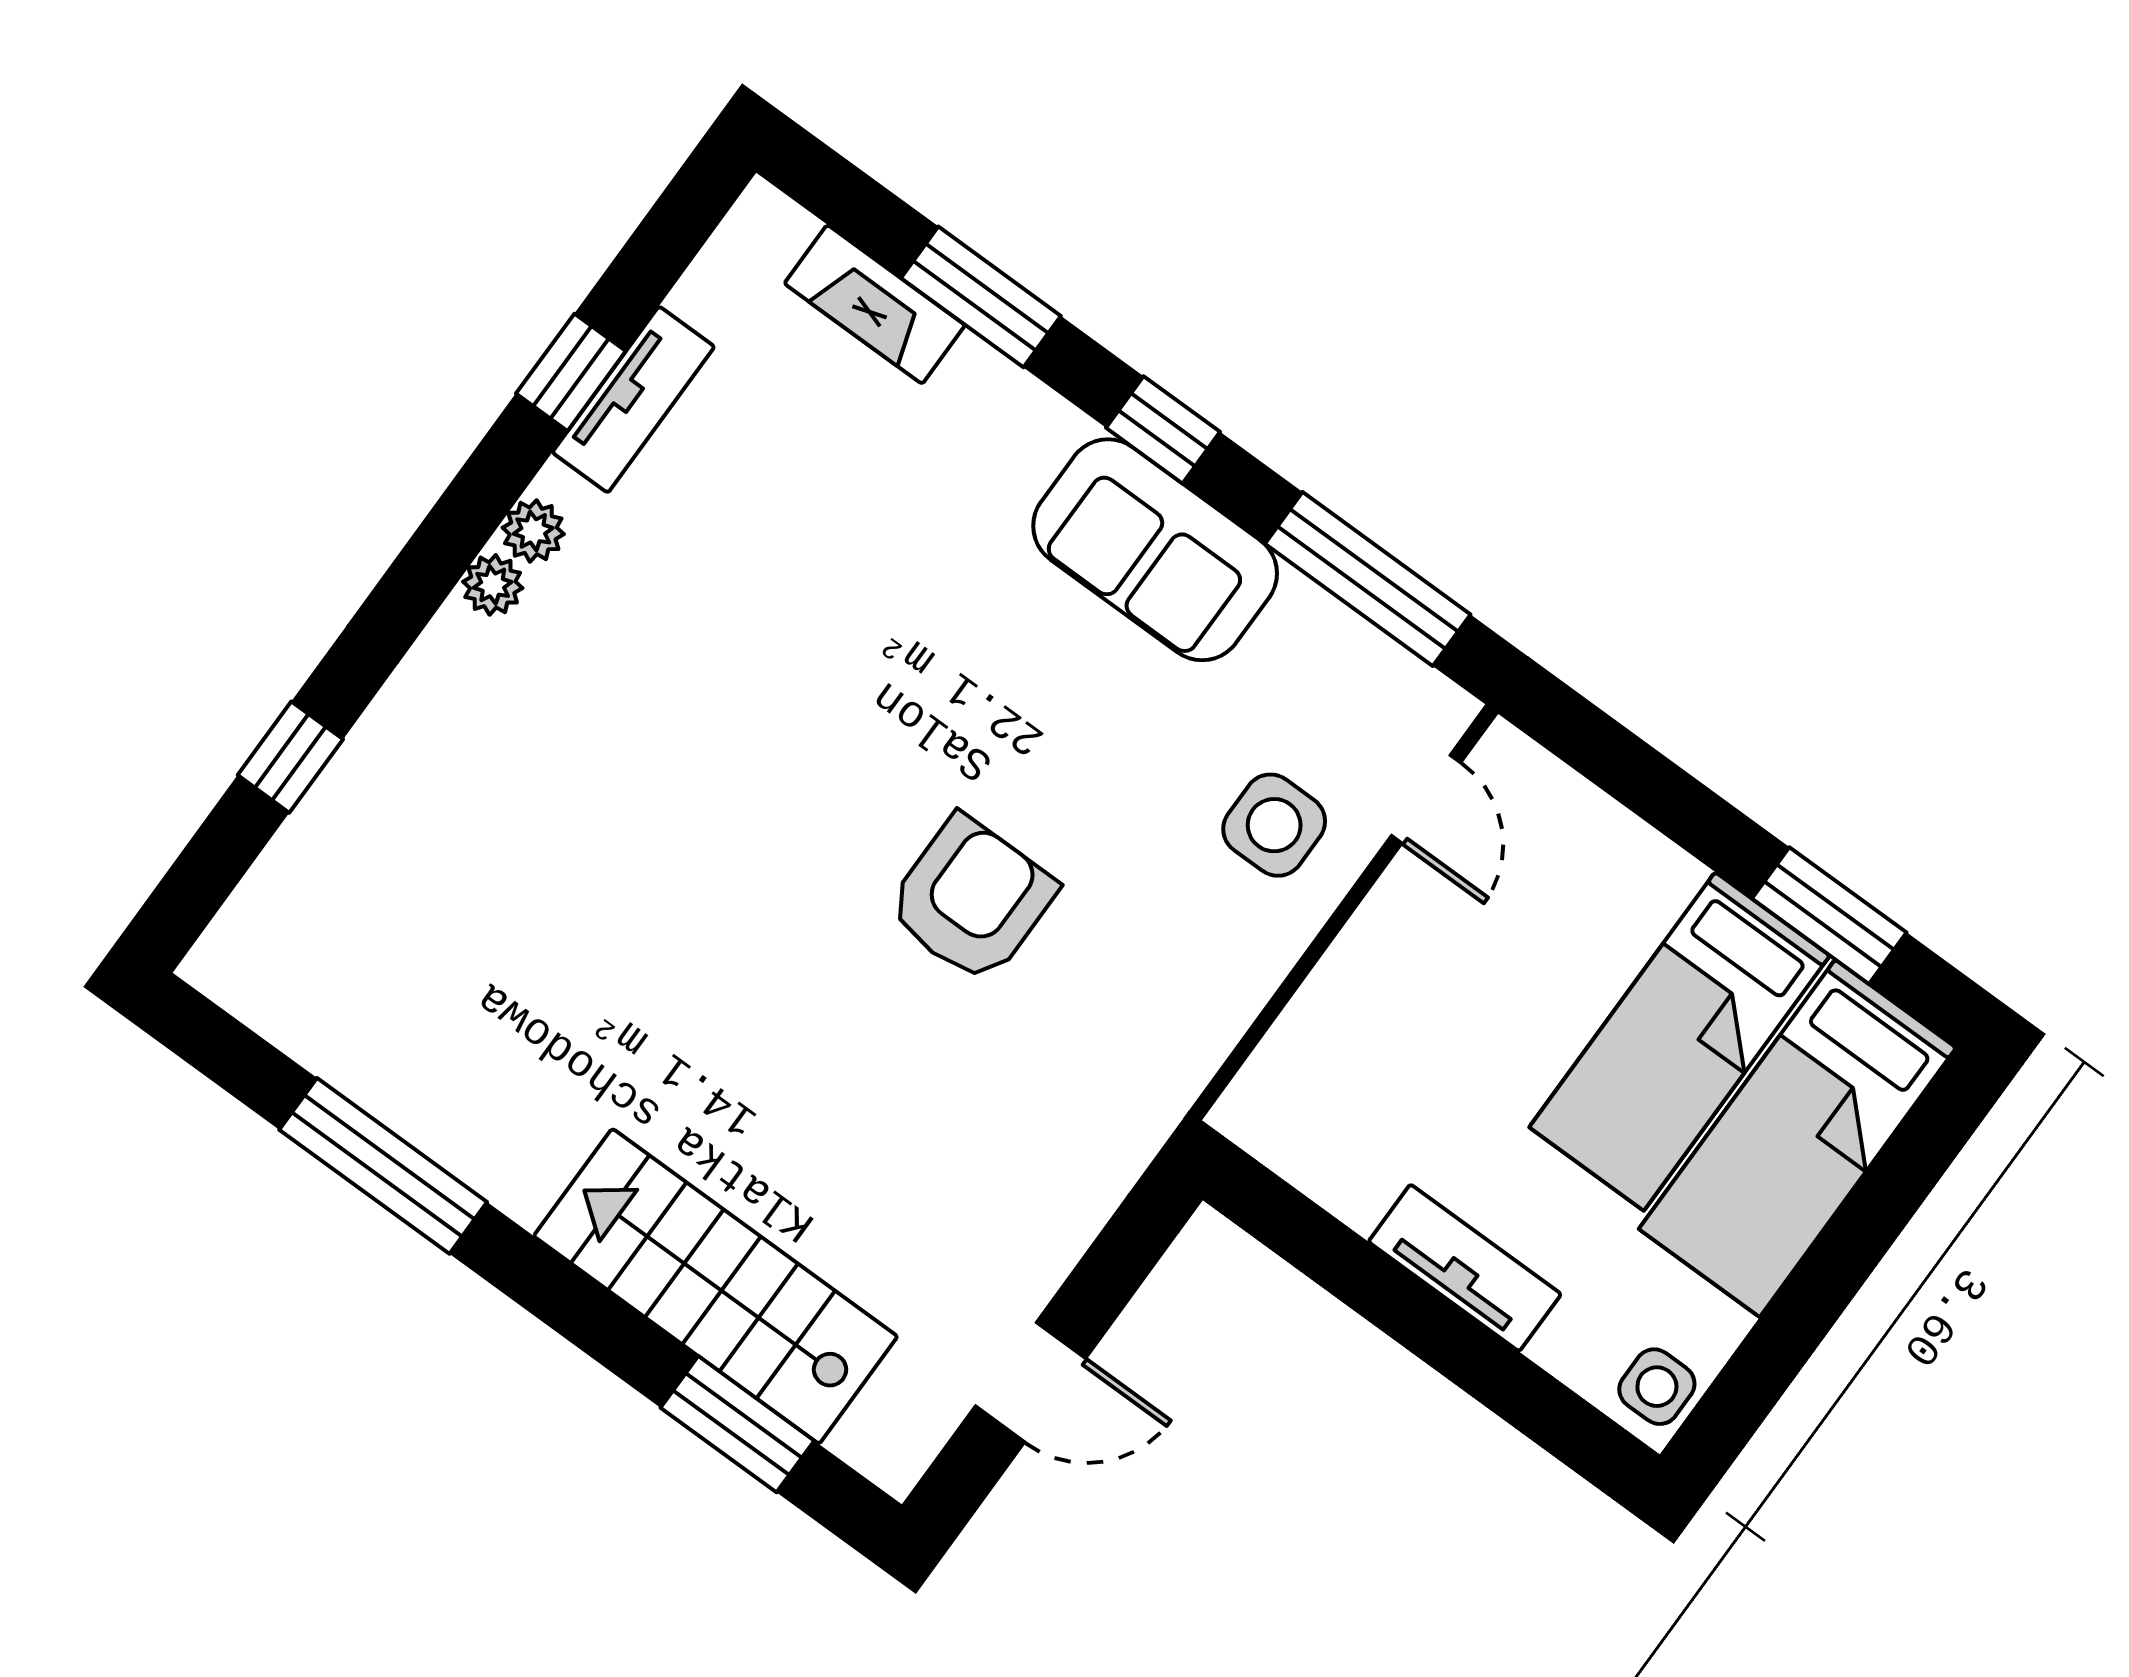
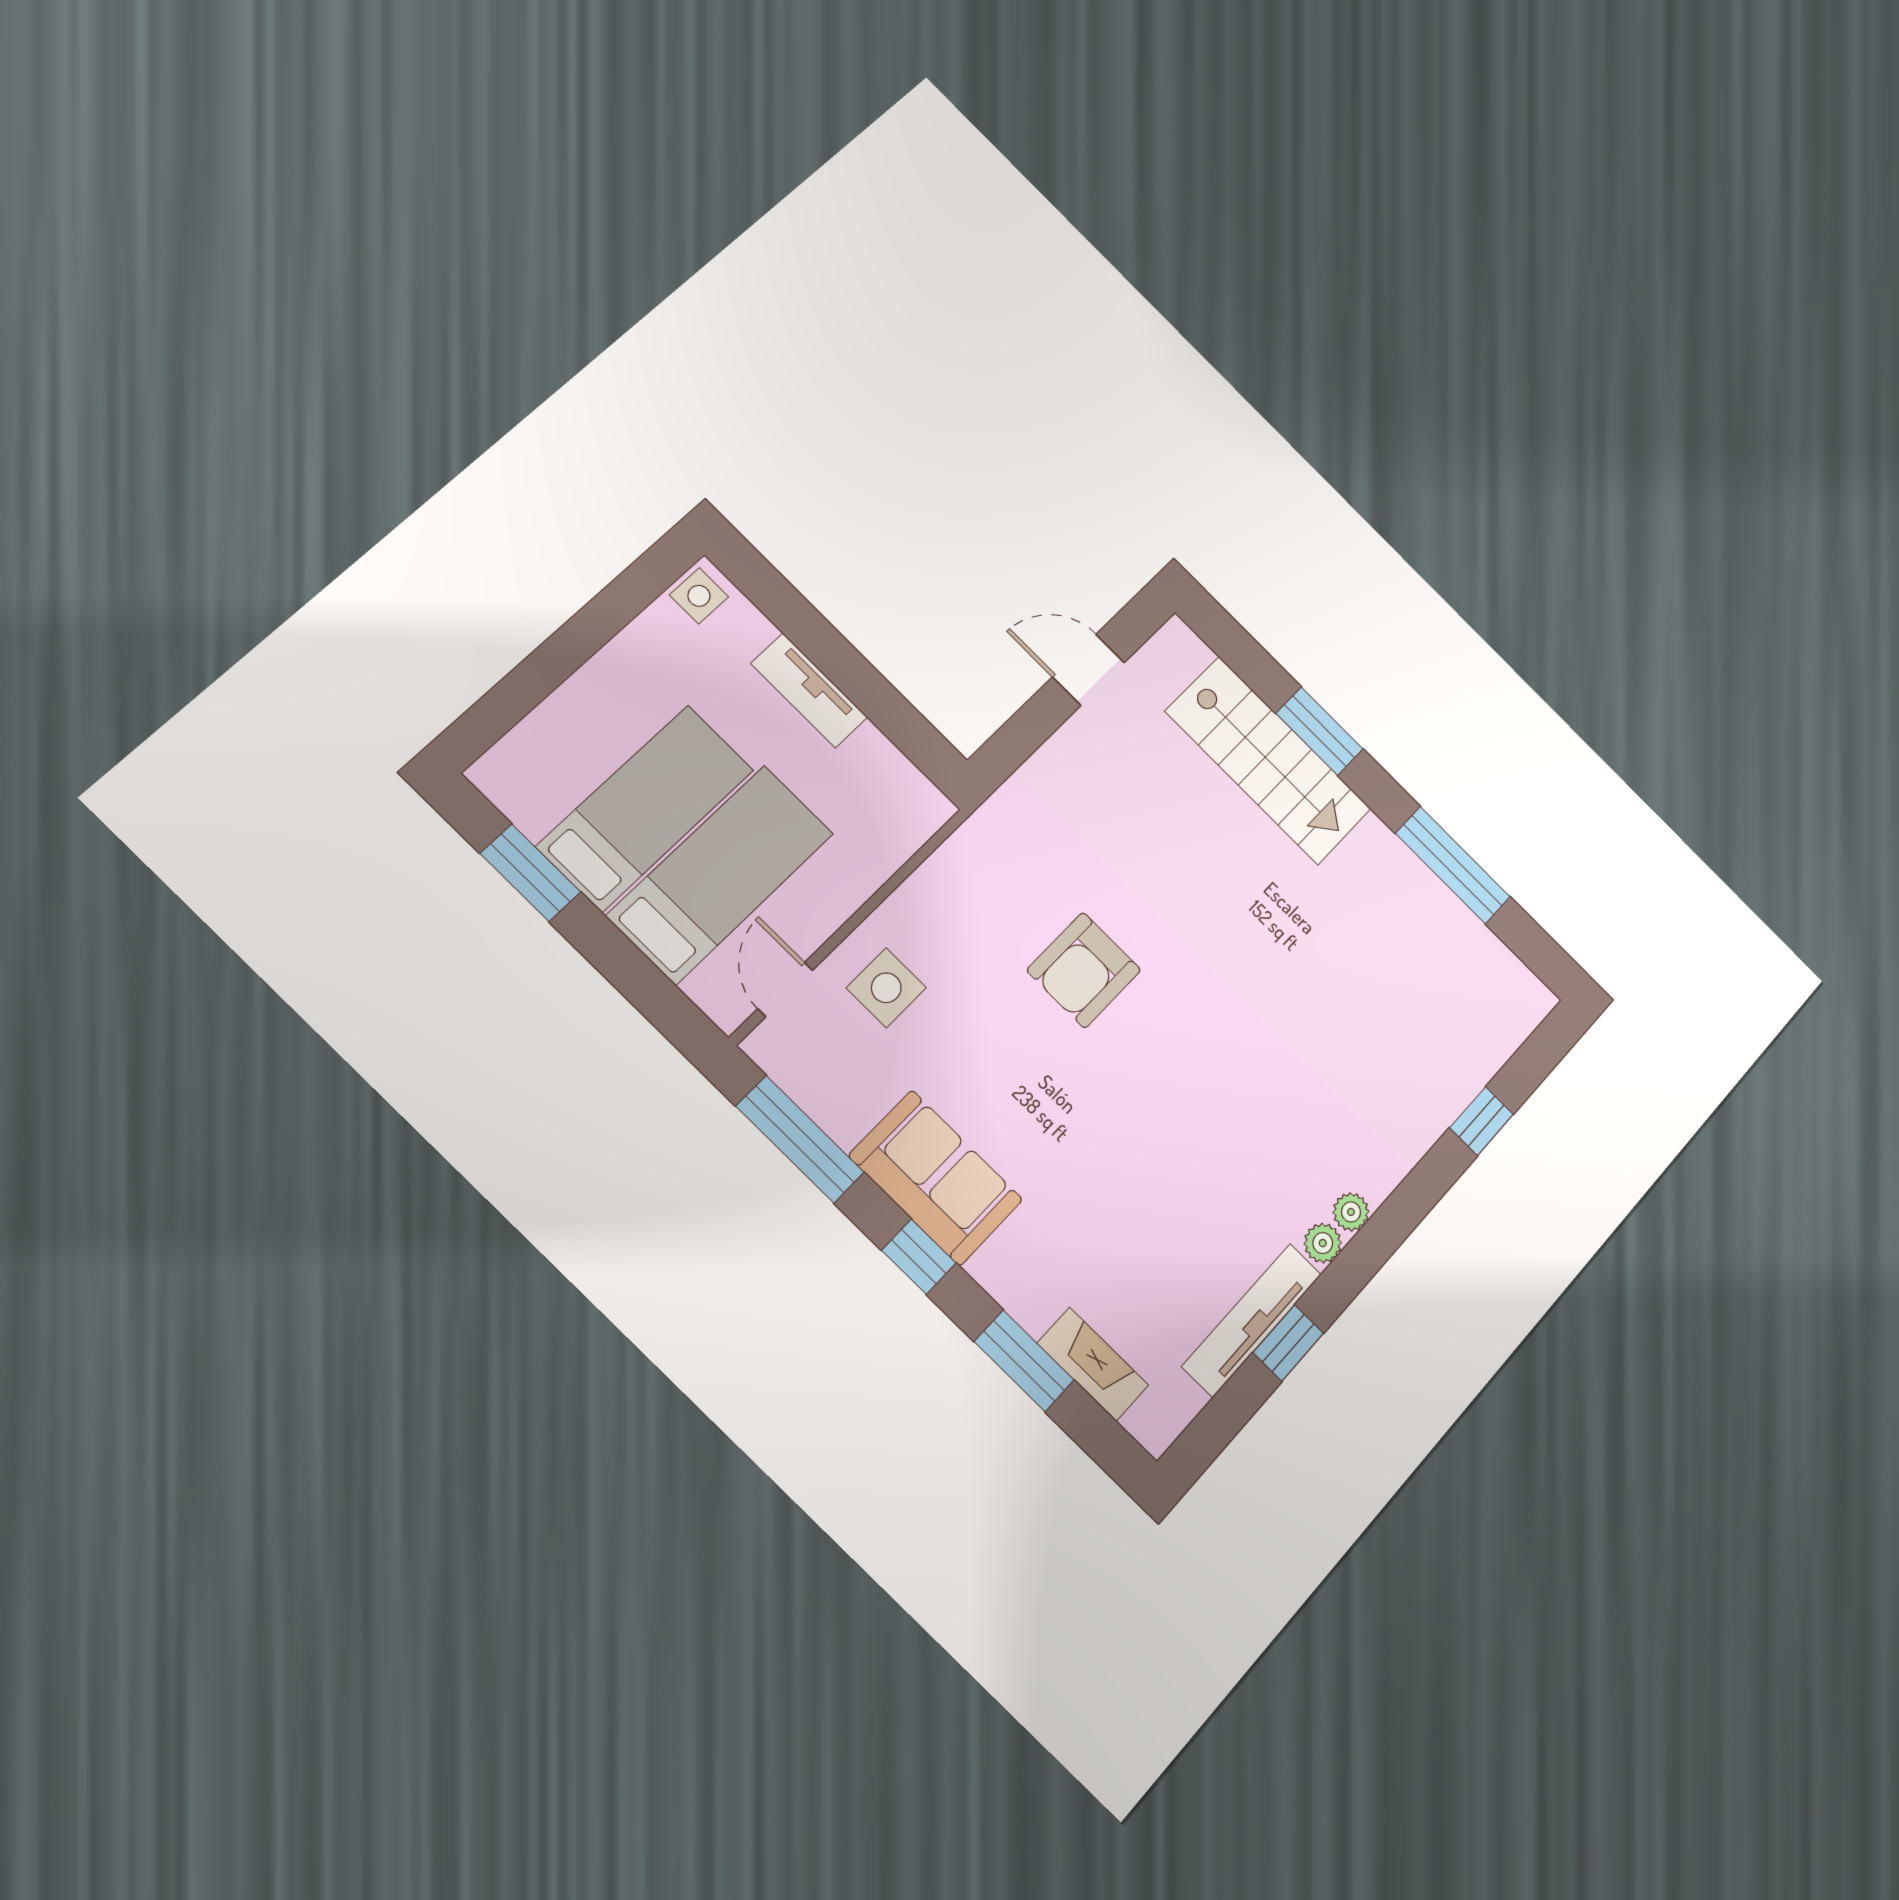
tv unit: (633, 400) -> (1252, 1320), width x1.41
bed: (1798, 1138) -> (721, 874), moved
window: (737, 1424) -> (1319, 731), moved

